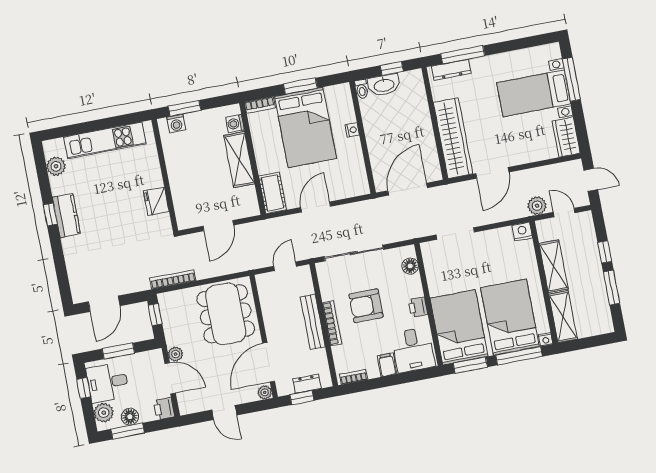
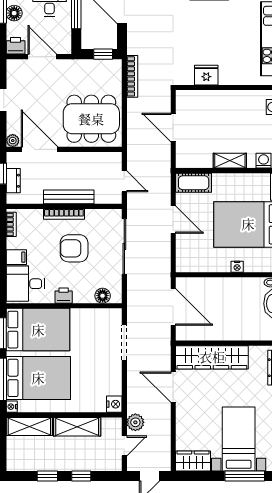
shelving: (239, 160) -> (230, 161), width x0.67, depth x0.75
window: (612, 288) -> (47, 476), width x0.67
armchair: (366, 306) -> (74, 248), turned -90
plant: (176, 354) -> (63, 66), removed
door: (170, 378) -> (42, 57), swing flipped

